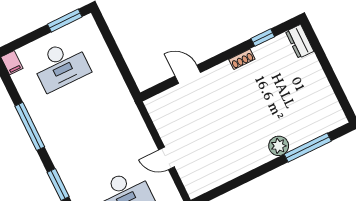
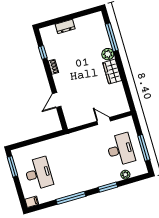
dresser: (300, 41) -> (65, 26), moved
door: (166, 158) -> (104, 121), swing flipped
wardrobe: (251, 158) -> (112, 72), added

